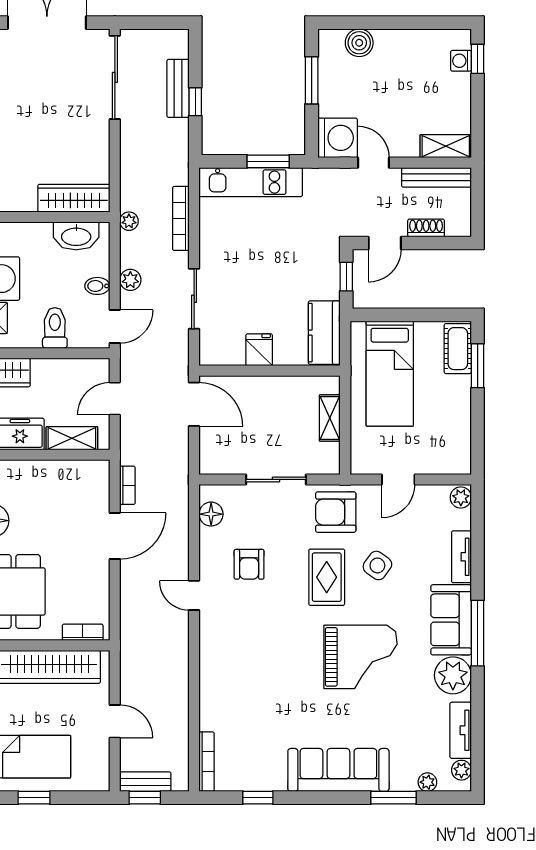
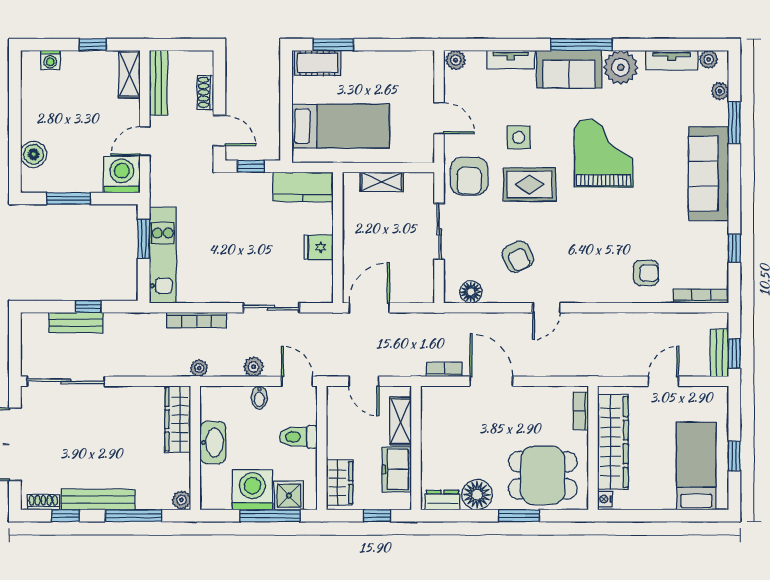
window: (478, 59) -> (93, 45), moved
washbasin: (76, 236) -> (213, 442), moved
armchair: (249, 564) -> (518, 257), turned 63
side table: (377, 565) -> (519, 137), turned -36
armchair: (231, 702) -> (646, 273), added

